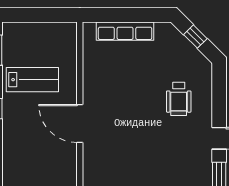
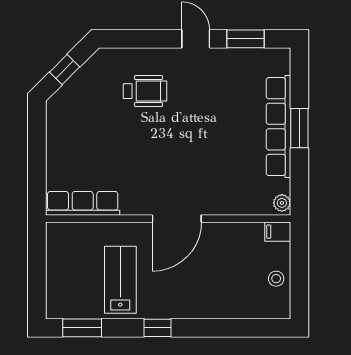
row of seats: (125, 31) -> (83, 203), moved, turned -90

